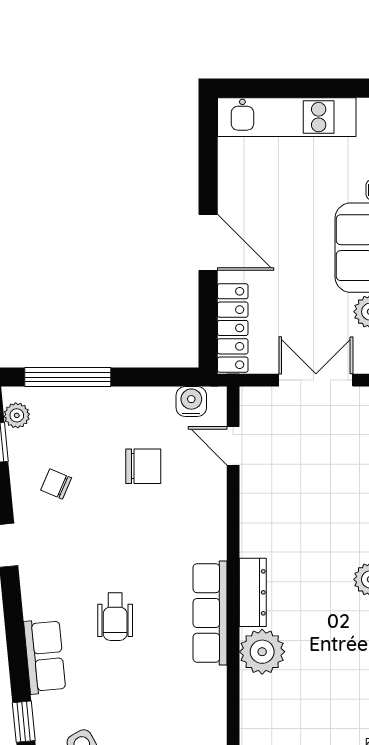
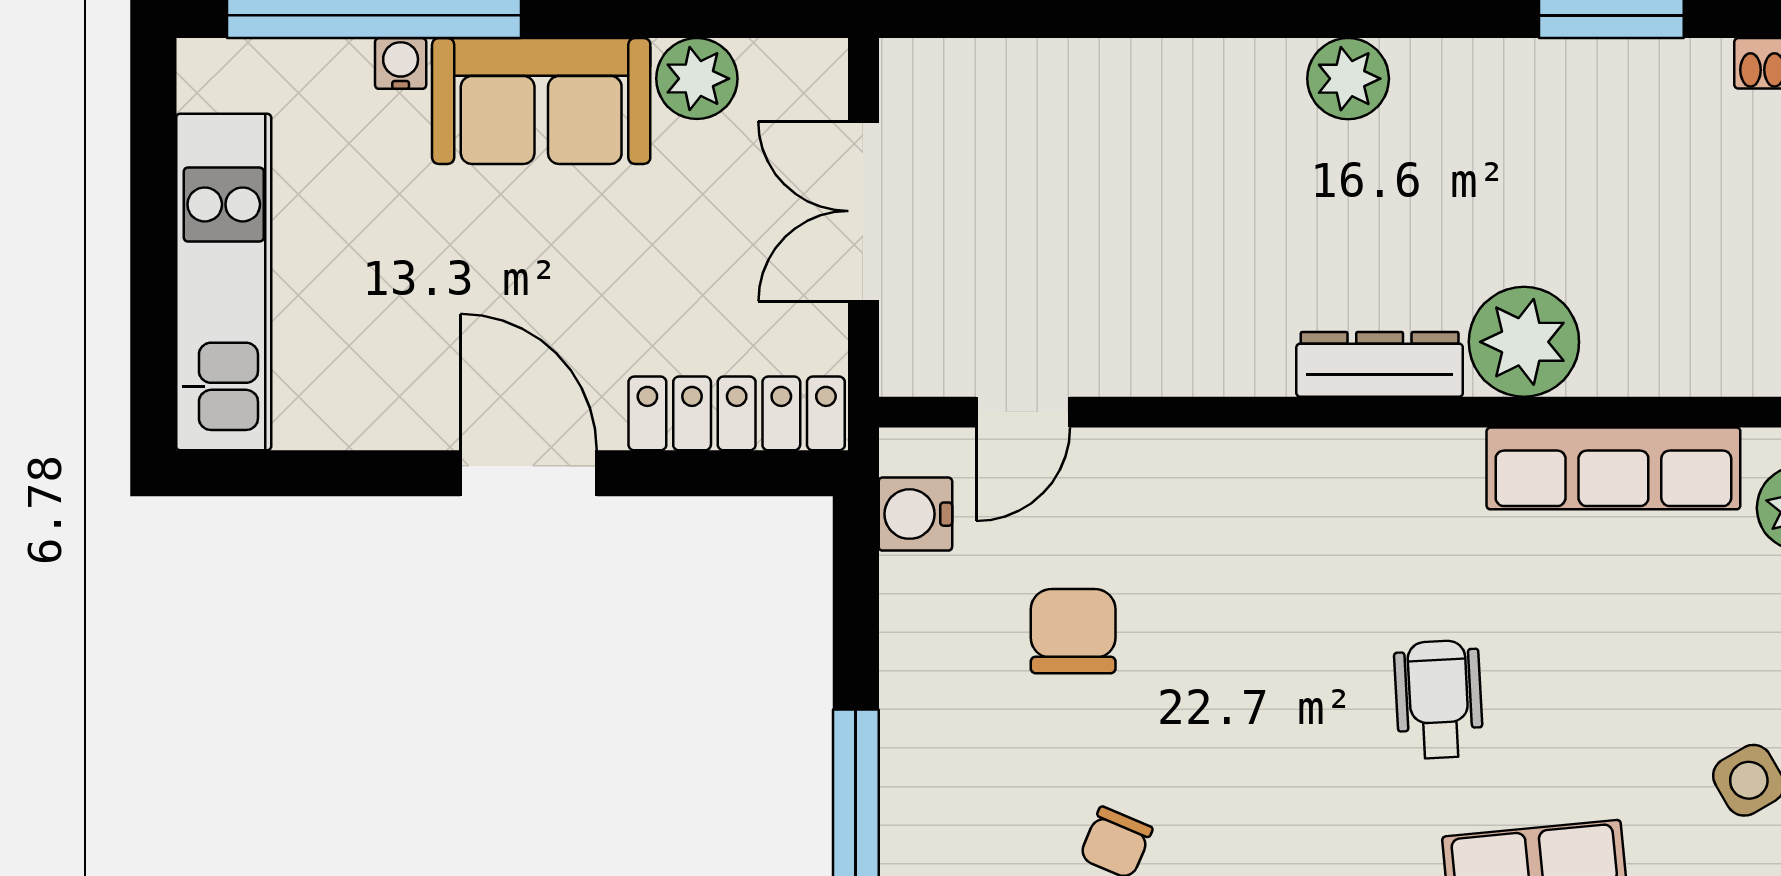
door: (208, 242) -> (529, 473), hinge flipped
row of seats: (210, 613) -> (1613, 468), moved
wheelchair: (115, 617) -> (1439, 699), turned -93

